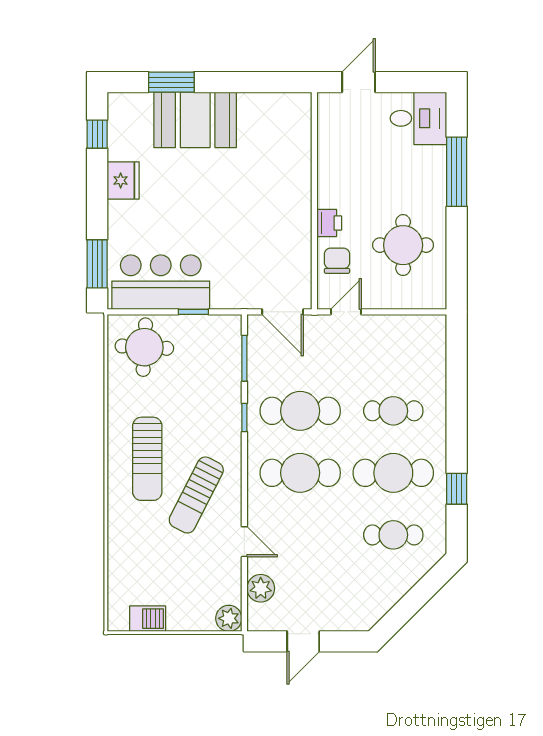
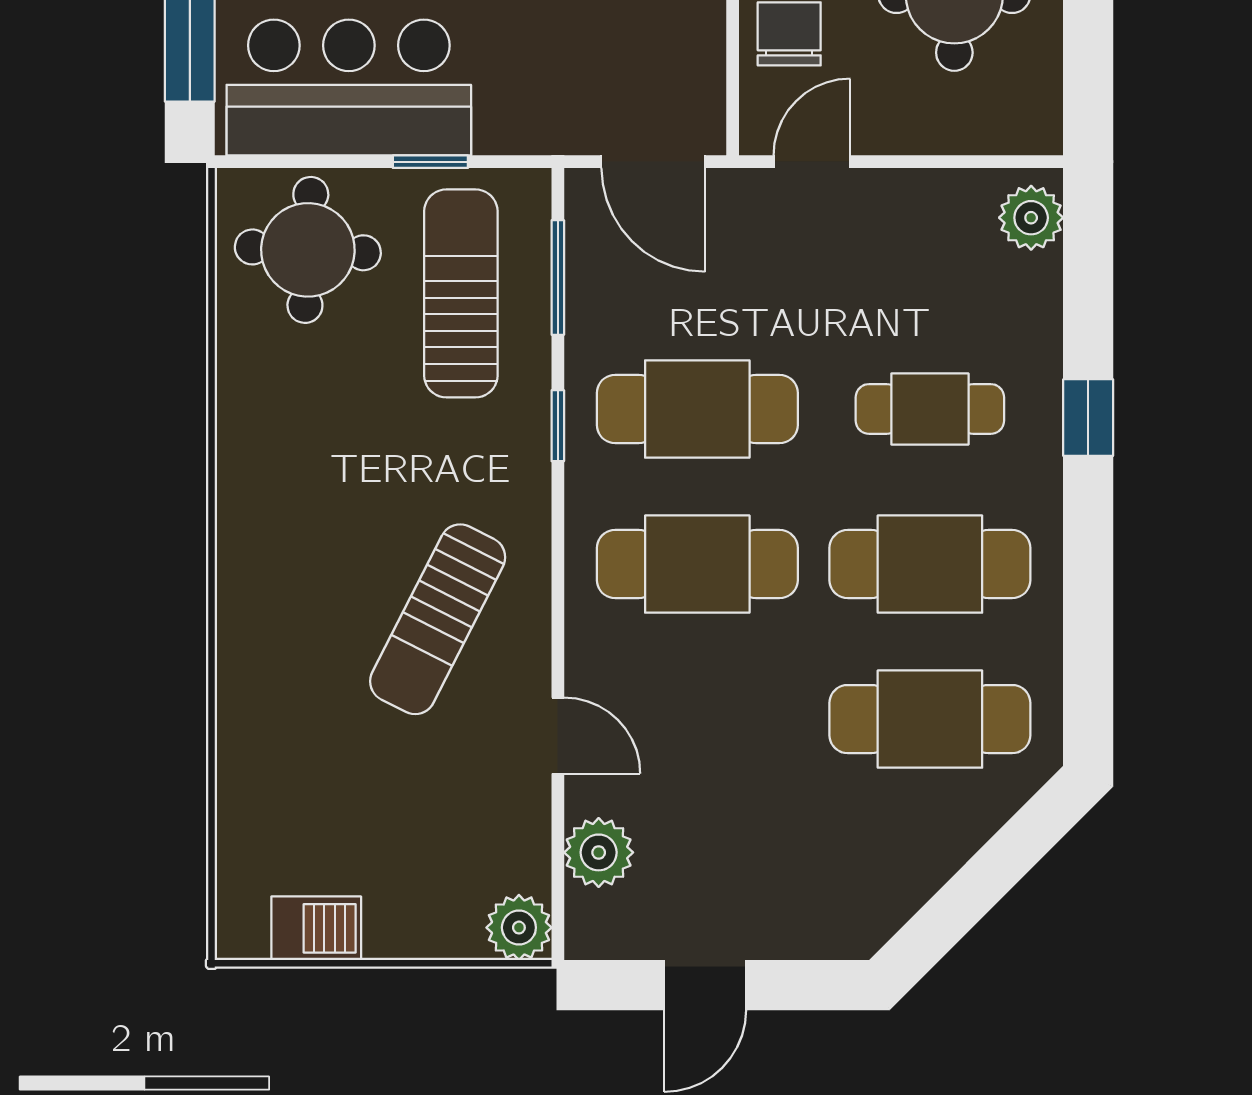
plant: (434, 334) -> (1031, 218), added
sun lounger: (147, 459) -> (461, 293), moved, turned 180
window: (457, 489) -> (1088, 418), moved
cafe table: (393, 535) -> (930, 719), width x1.37, depth x1.35

